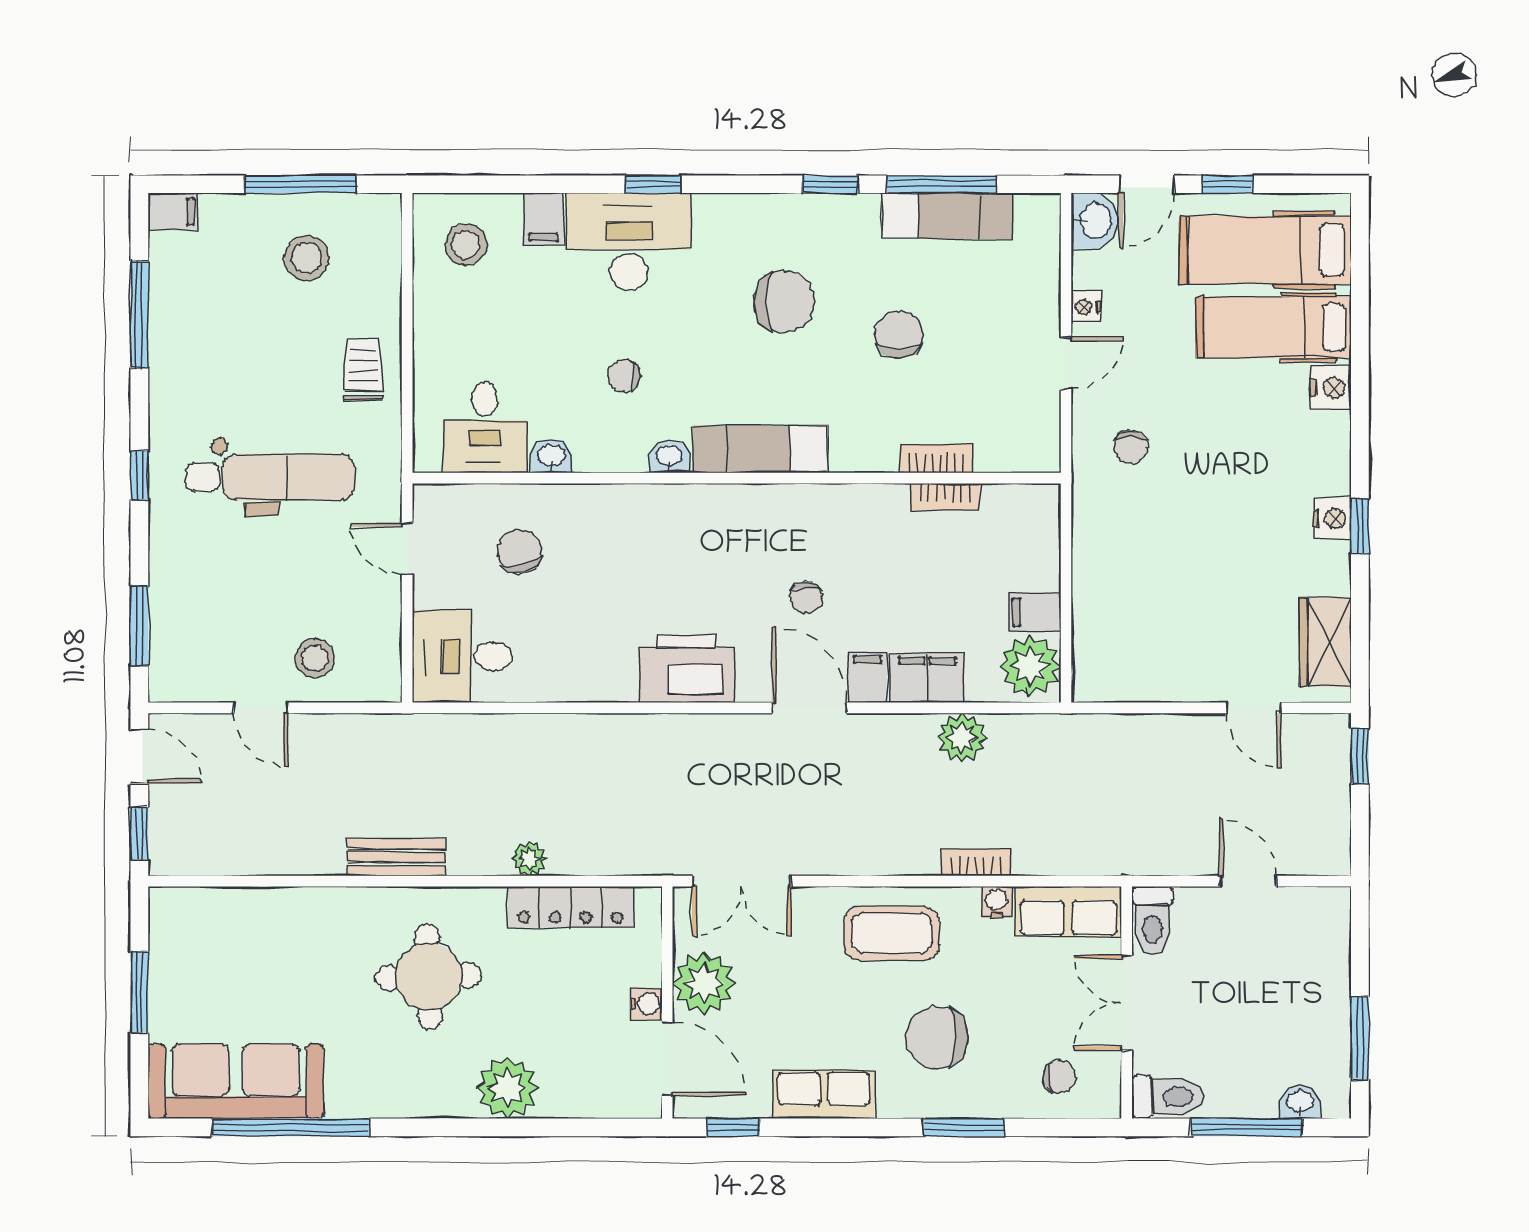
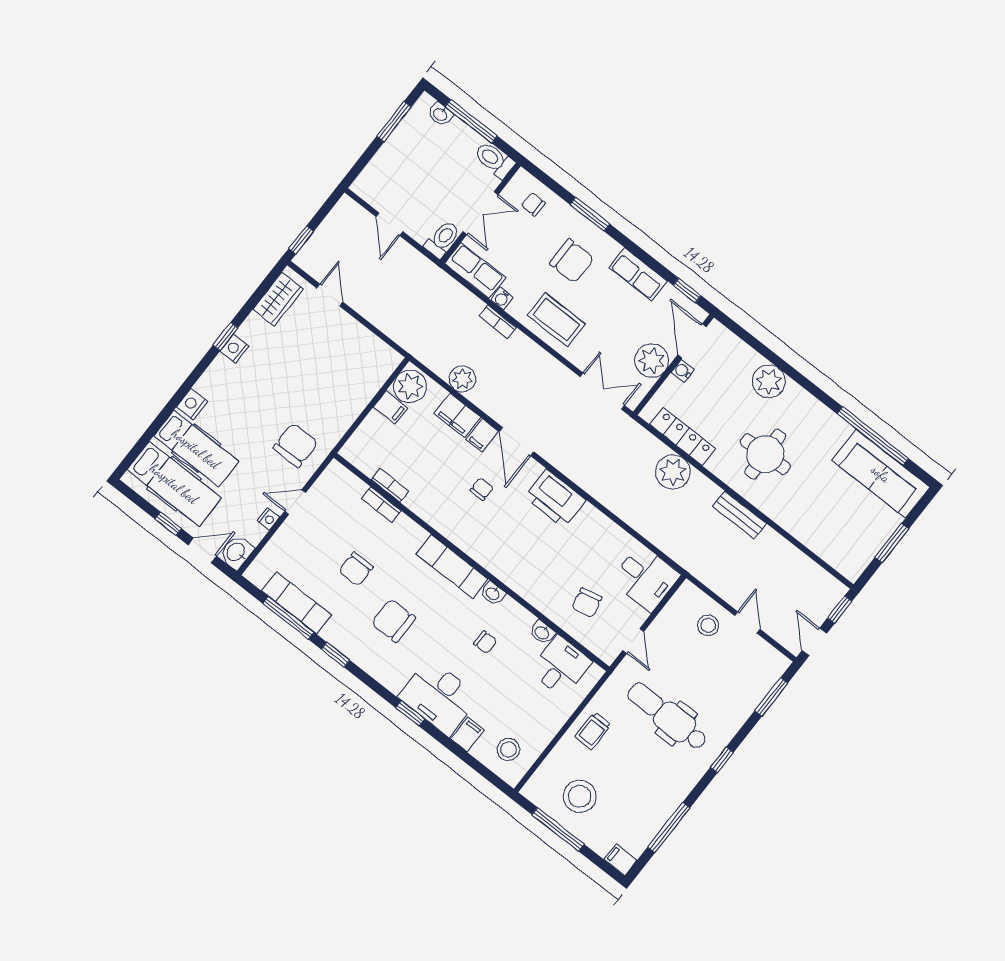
stool: (307, 258) -> (580, 796), width x1.38, depth x1.38
chair: (1131, 447) -> (296, 445), width x1.87, depth x1.87
plant: (529, 859) -> (673, 472), width x1.87, depth x1.87

